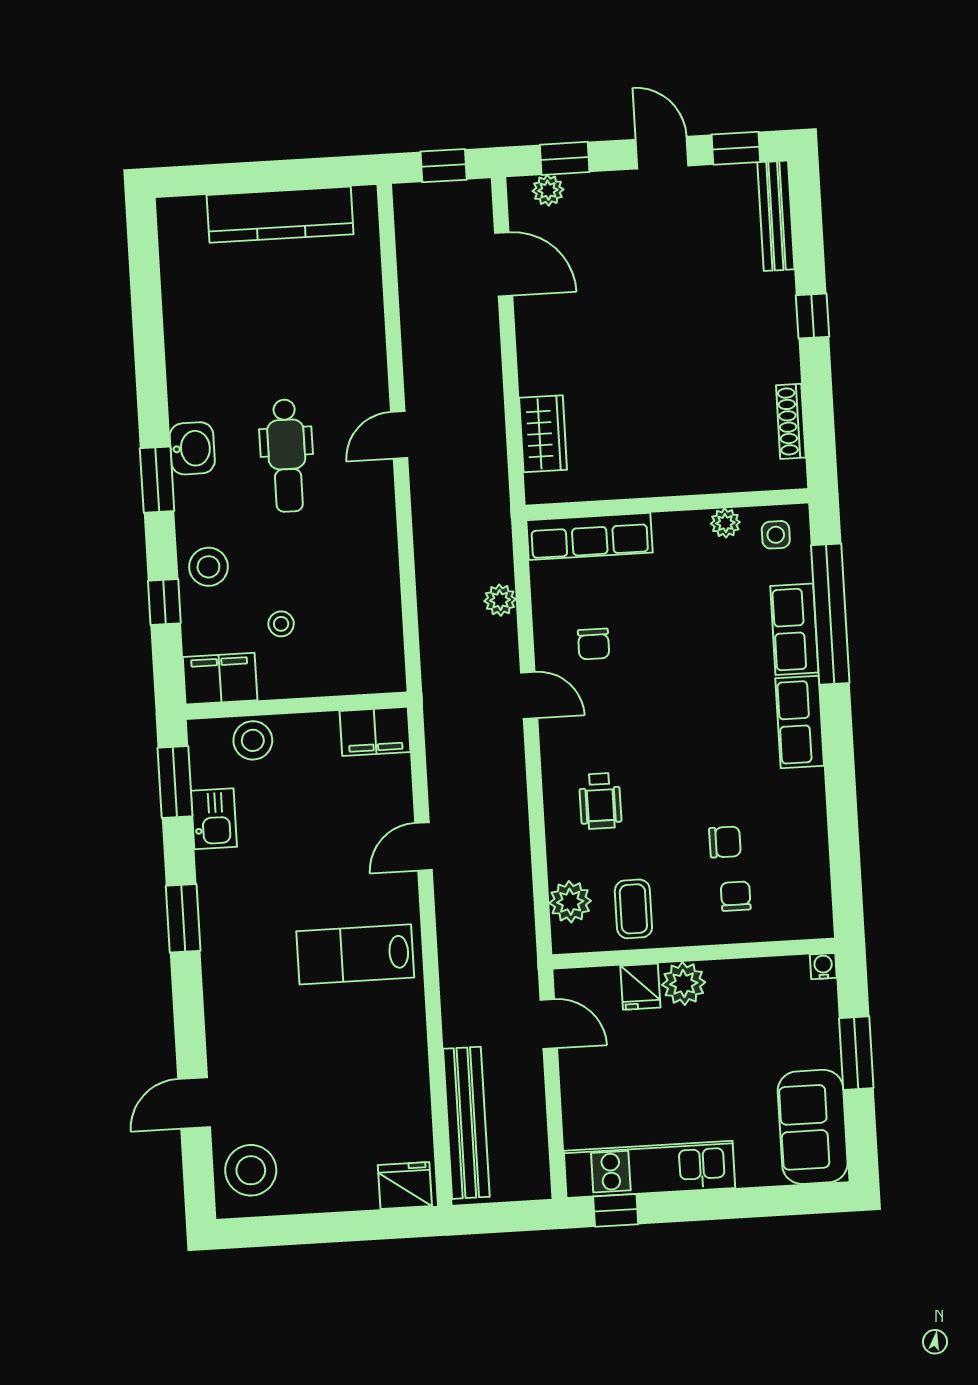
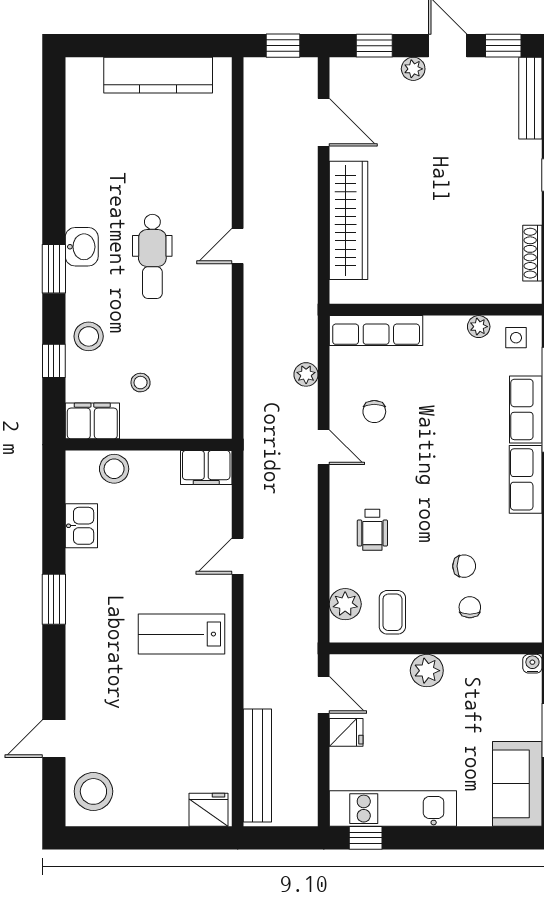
plant: (548, 190) -> (413, 69), moved
wardrobe: (543, 434) -> (349, 220), width x2.10, depth x1.17
window: (175, 782) -> (54, 497), removed
fridge: (640, 987) -> (346, 732), moved, turned -90

